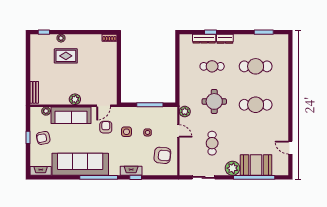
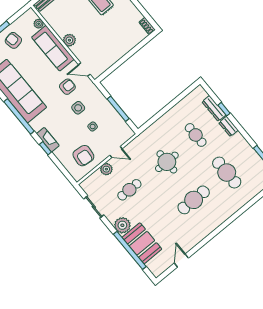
cafe table: (256, 105) -> (194, 200), turned 90
plant: (185, 112) -> (106, 169), moved
door: (178, 131) -> (116, 152), hinge flipped

